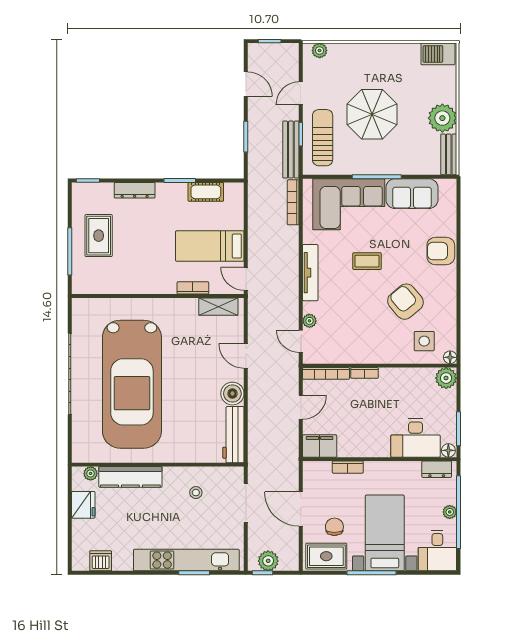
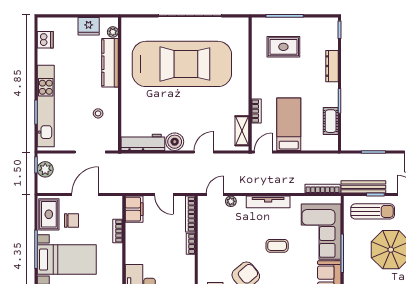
rug: (99, 236) -> (283, 47), moved
coffee table: (367, 261) -> (277, 246), turned 90
car: (132, 384) -> (182, 64), turned 180

